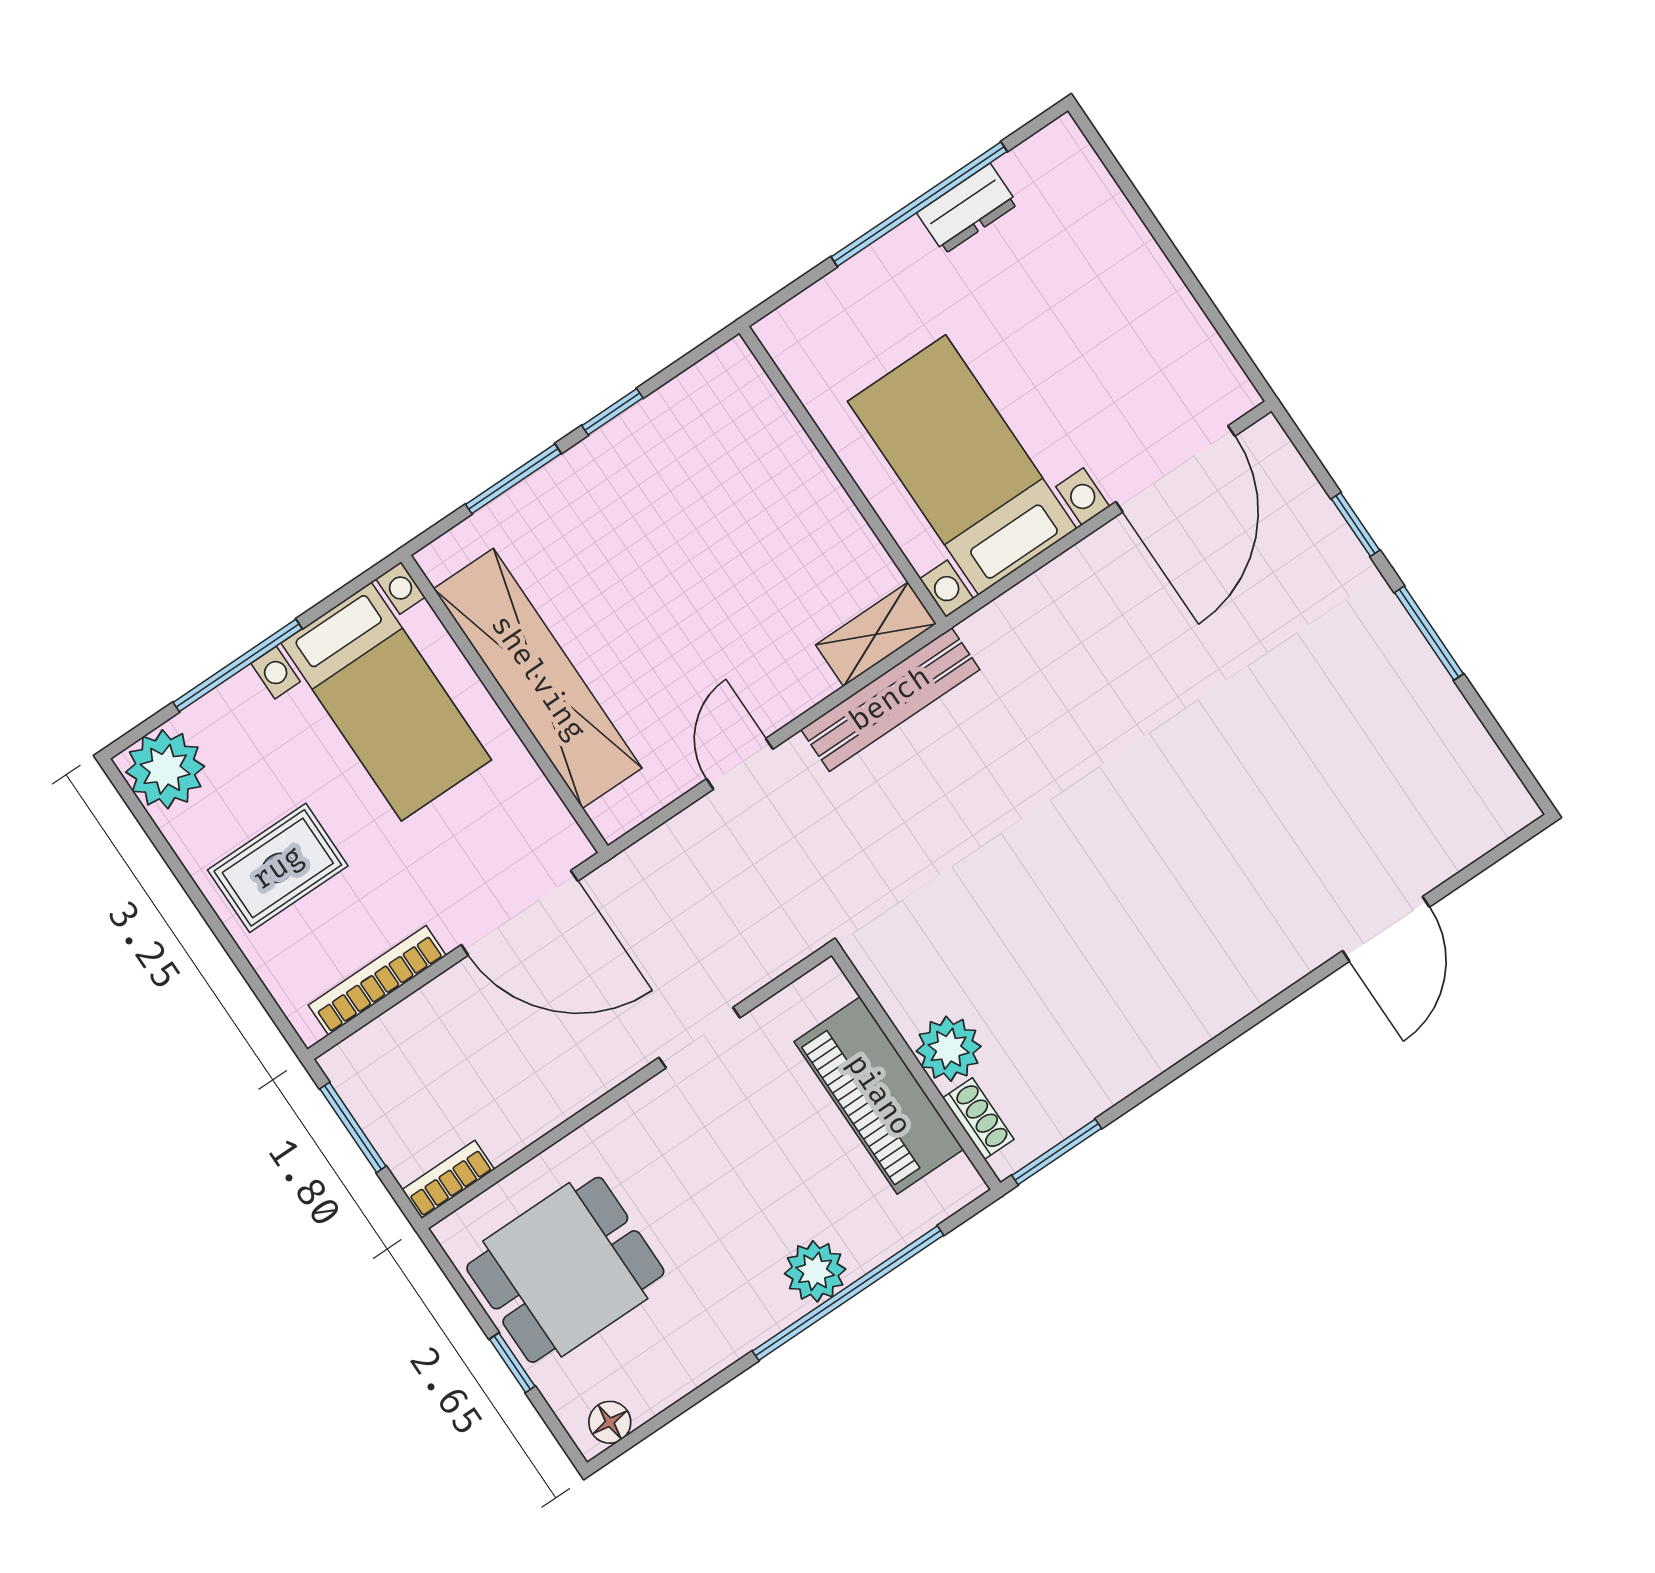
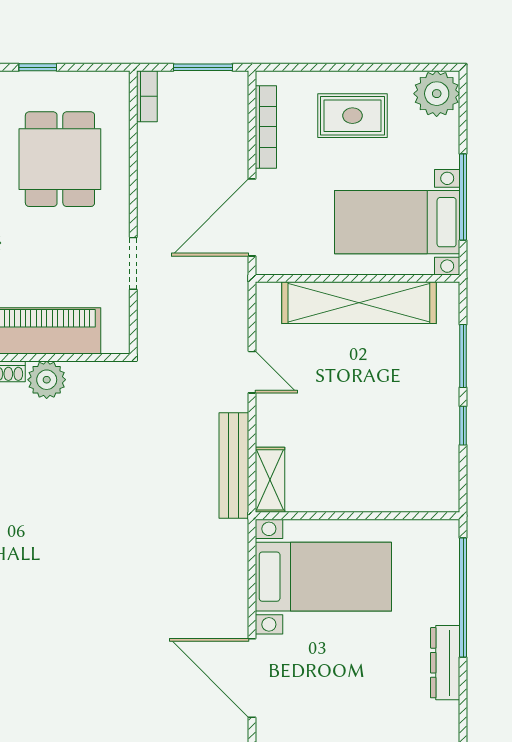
window: (919, 204) -> (463, 598), moved
dresser: (967, 209) -> (445, 663), width x1.44
window: (238, 665) -> (463, 197), moved
rug: (278, 868) -> (352, 116), turned 90
dining table: (565, 1270) -> (60, 159), moved

